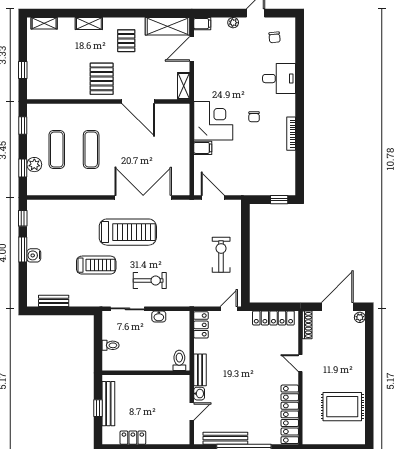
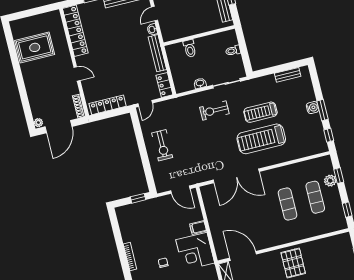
door: (138, 102) -> (243, 256), moved
window: (279, 200) -> (138, 198), moved
treadmill: (128, 232) -> (261, 139), moved
toilet: (179, 360) -> (190, 48), moved
bench: (200, 370) -> (157, 53), width x1.36

